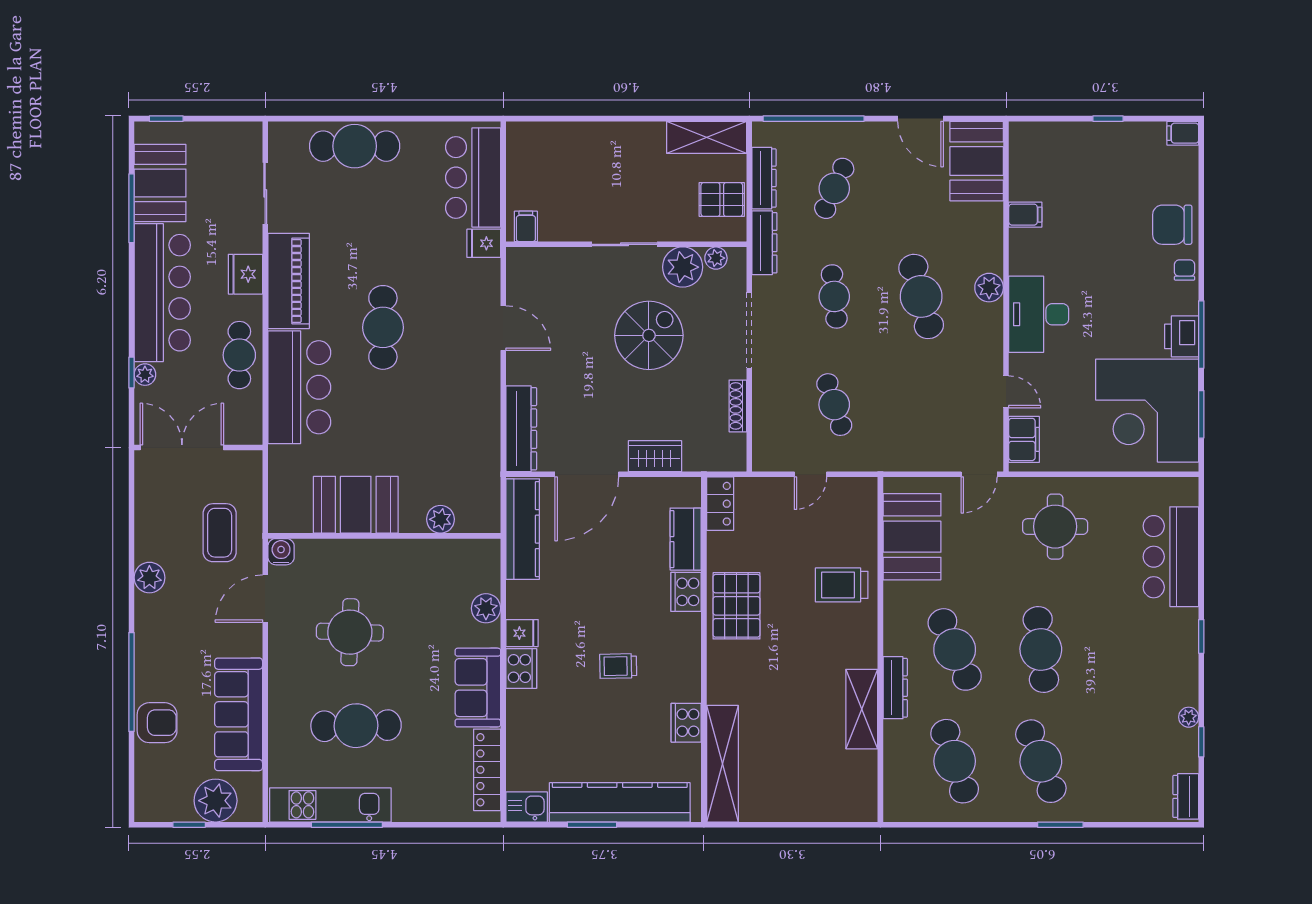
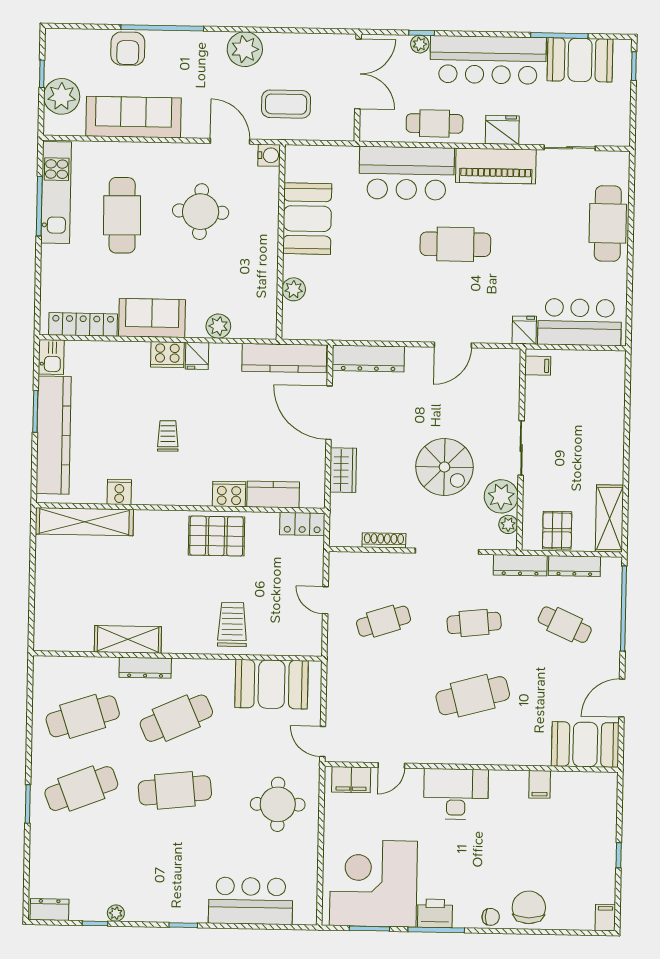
plant: (989, 288) -> (479, 753), removed
plant: (149, 578) -> (245, 49), width x1.36, depth x1.36
cooker: (686, 723) -> (119, 492), width x0.73

